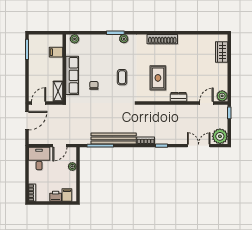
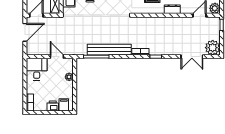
door: (60, 146) -> (57, 57), swing flipped
double door: (199, 146) -> (192, 57), swing flipped

